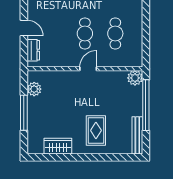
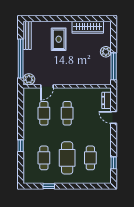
door: (88, 69) -> (47, 86), moved
plant: (34, 89) -> (106, 52), moved
window: (24, 113) -> (114, 66), moved
wardrobe: (58, 146) -> (88, 27), width x1.50

